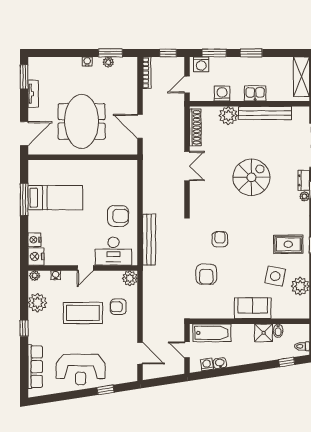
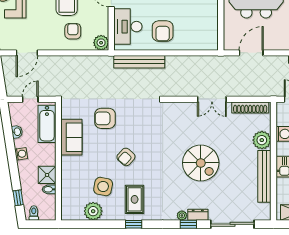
armchair: (220, 239) -> (126, 157), moved, turned 132
sofa: (253, 308) -> (71, 137), moved
washing machine: (207, 364) -> (21, 154), moved

